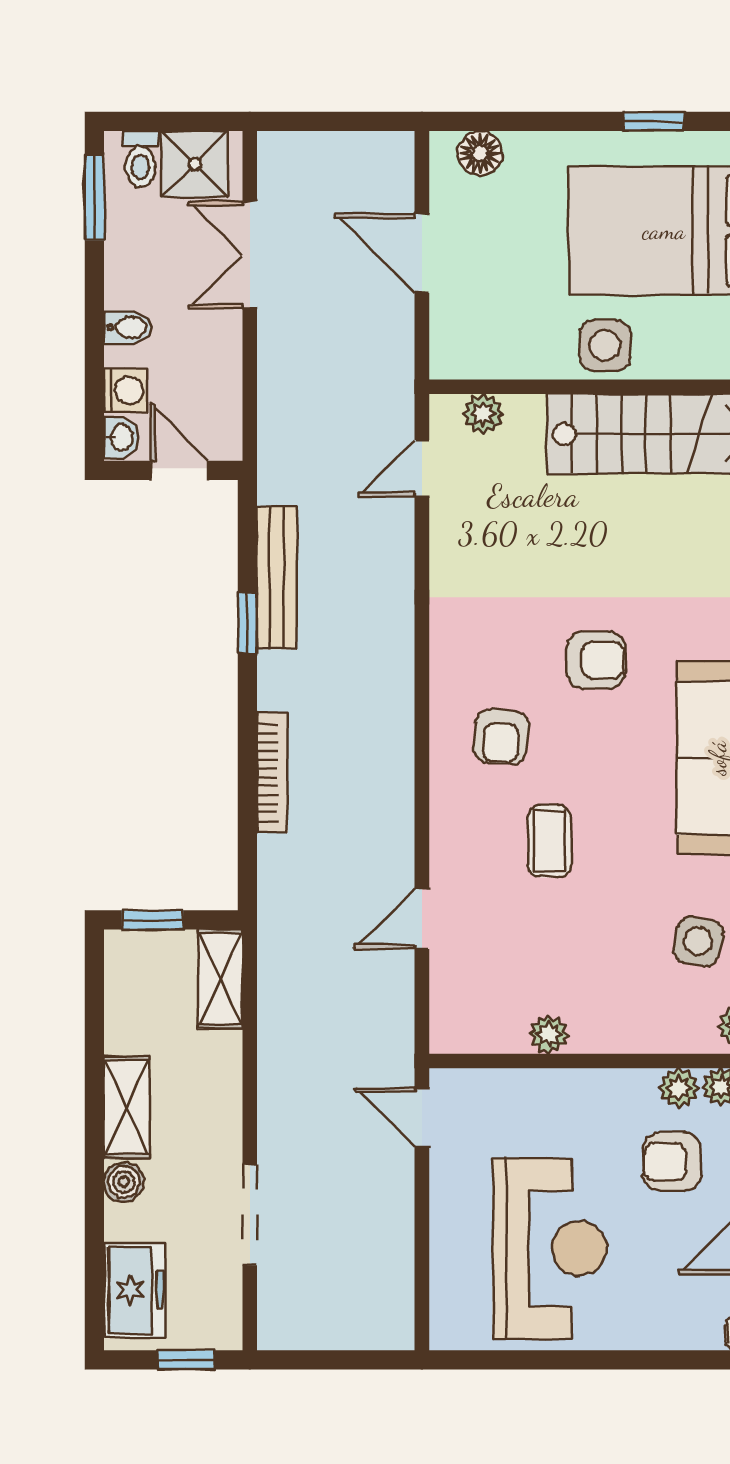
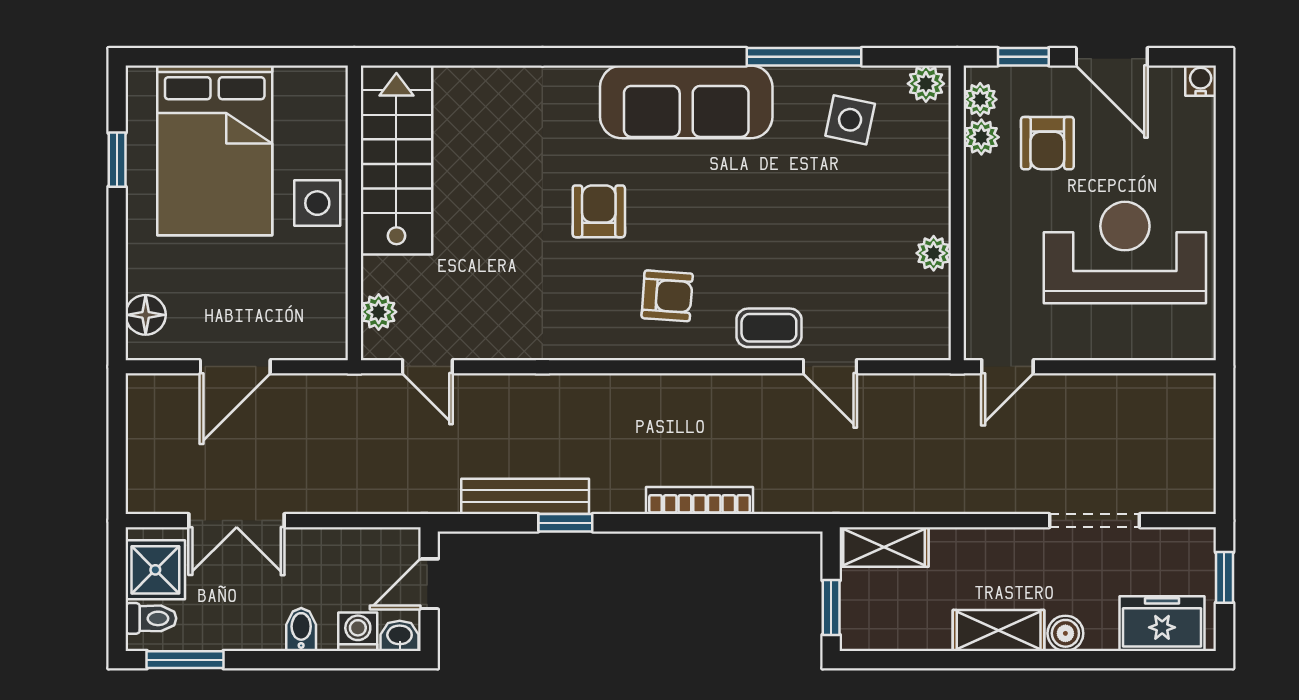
coffee table: (549, 841) -> (769, 328), moved

